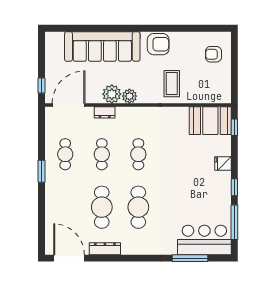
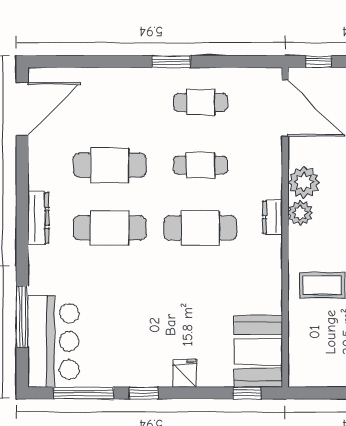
dresser: (105, 112) -> (272, 217), moved
cafe table: (138, 154) -> (201, 228), width x1.37, depth x1.35
dresser: (105, 249) -> (38, 218), moved

